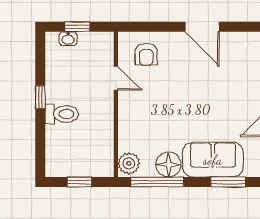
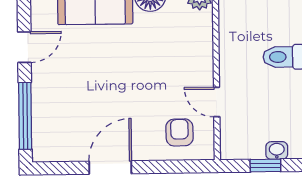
door: (202, 27) -> (110, 167), hinge flipped

